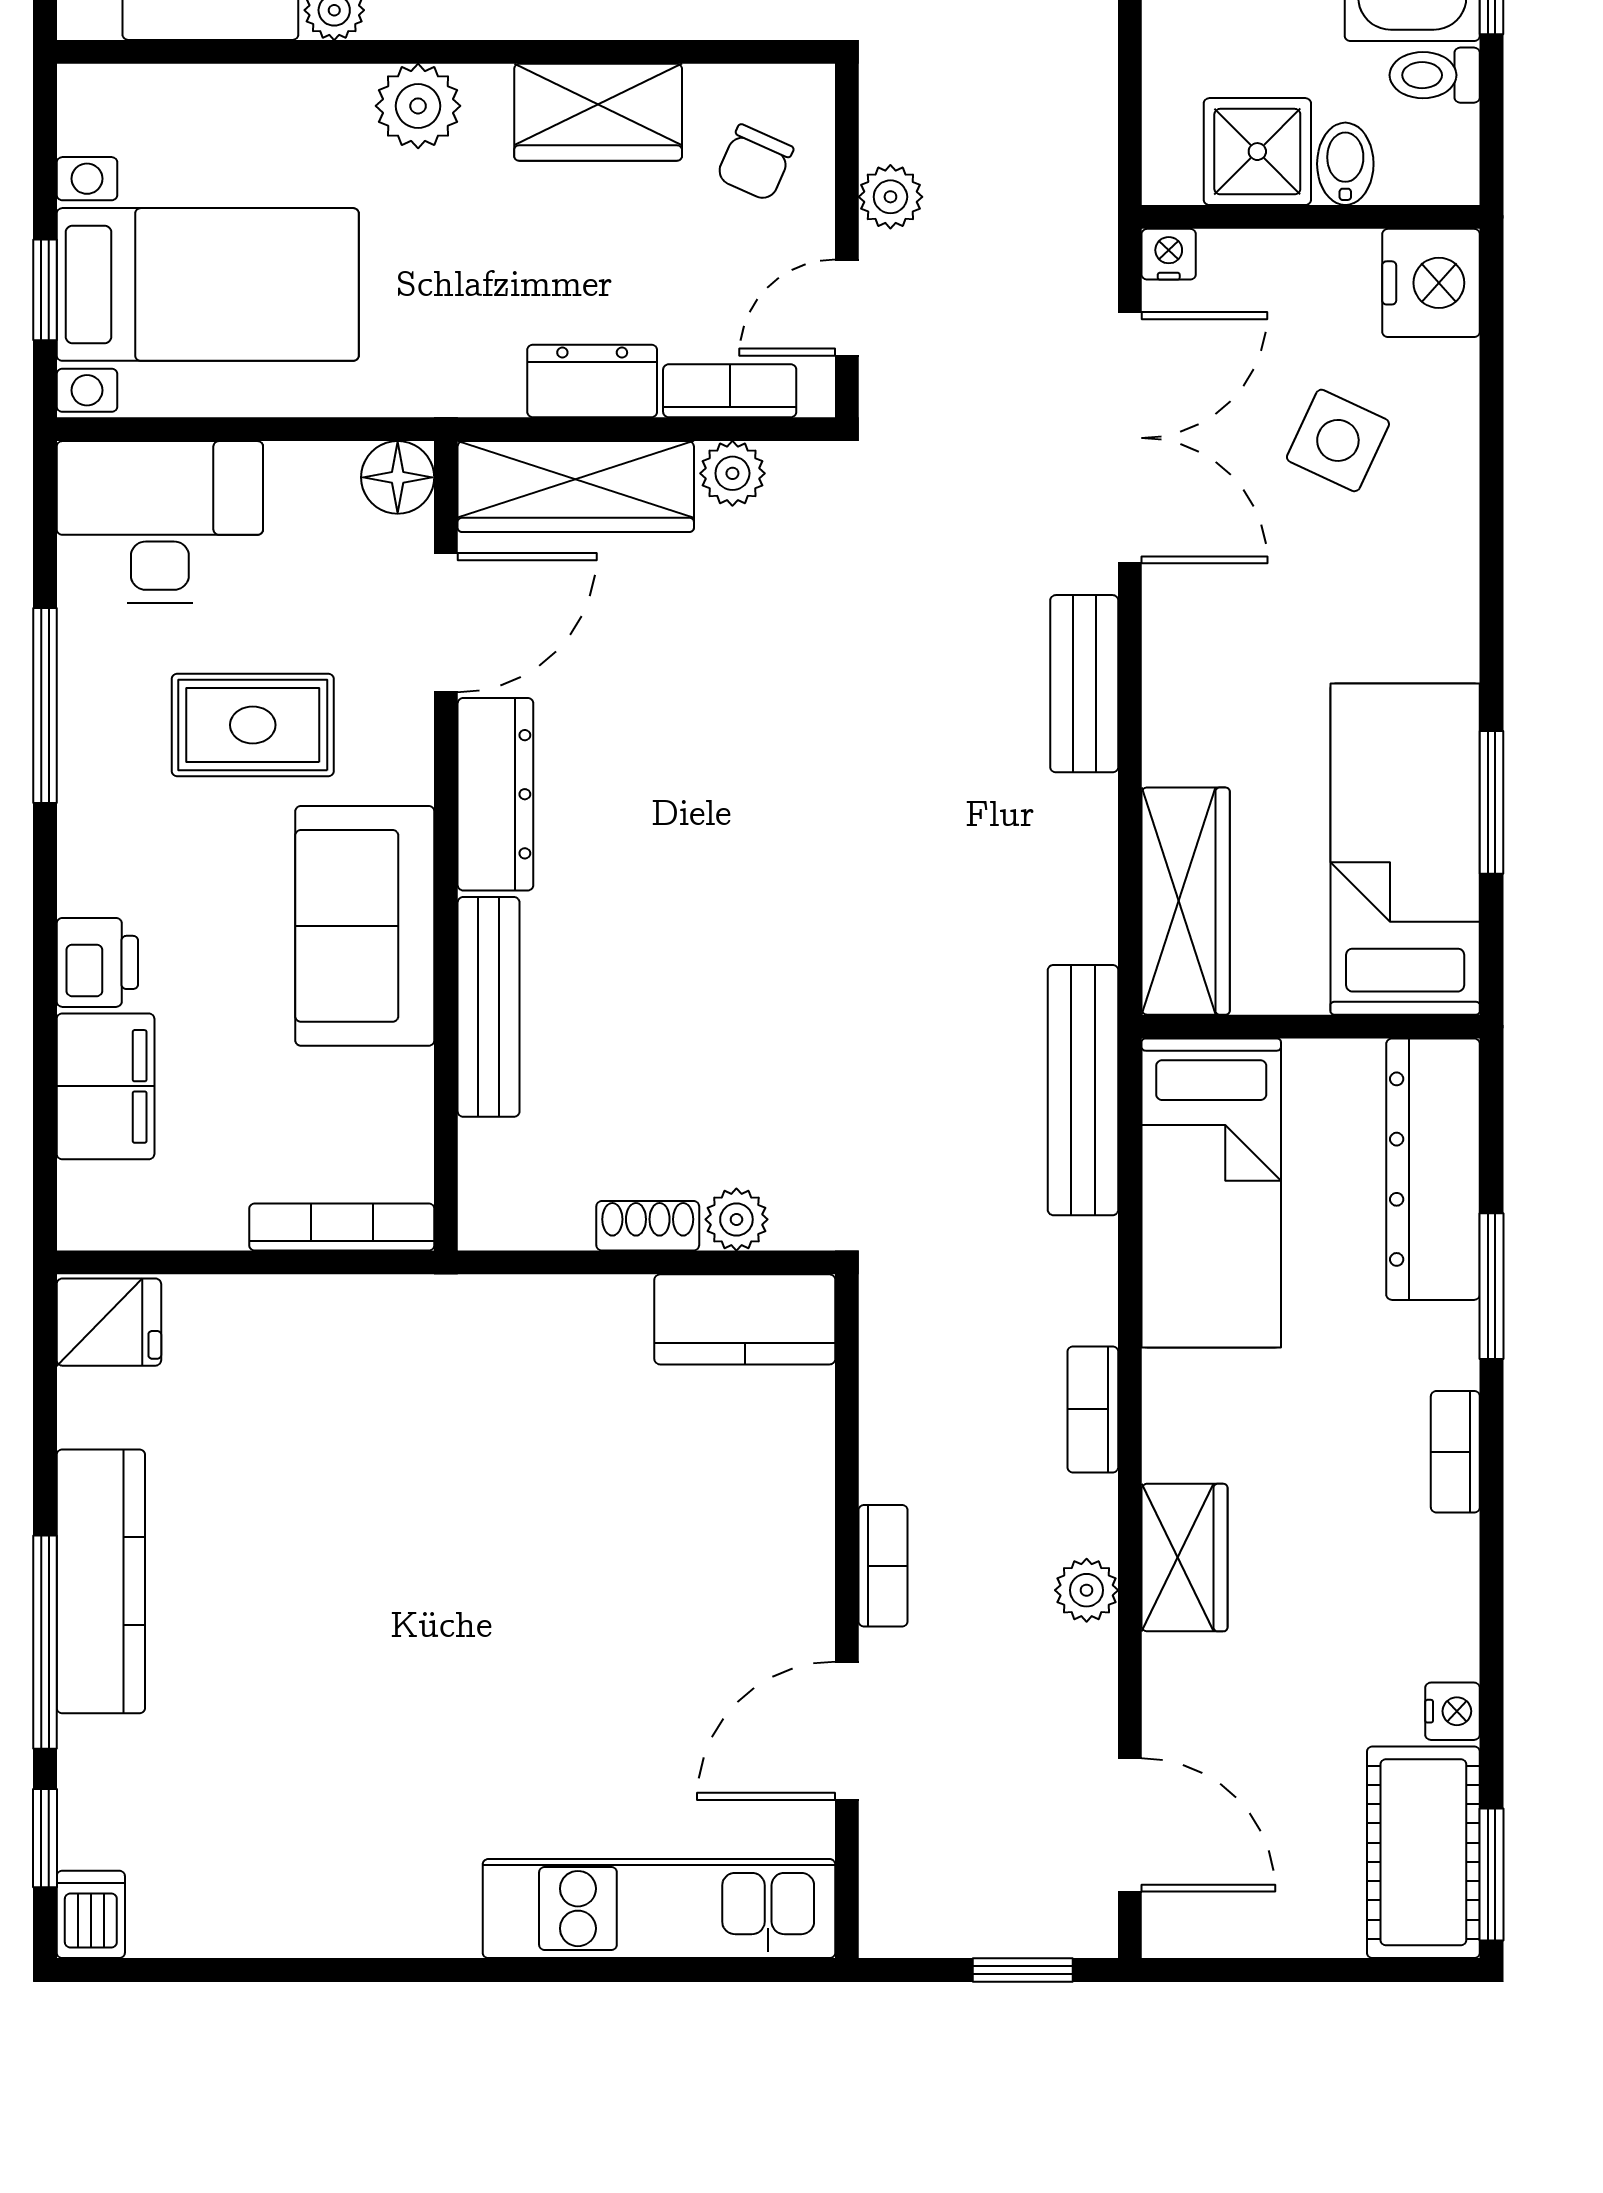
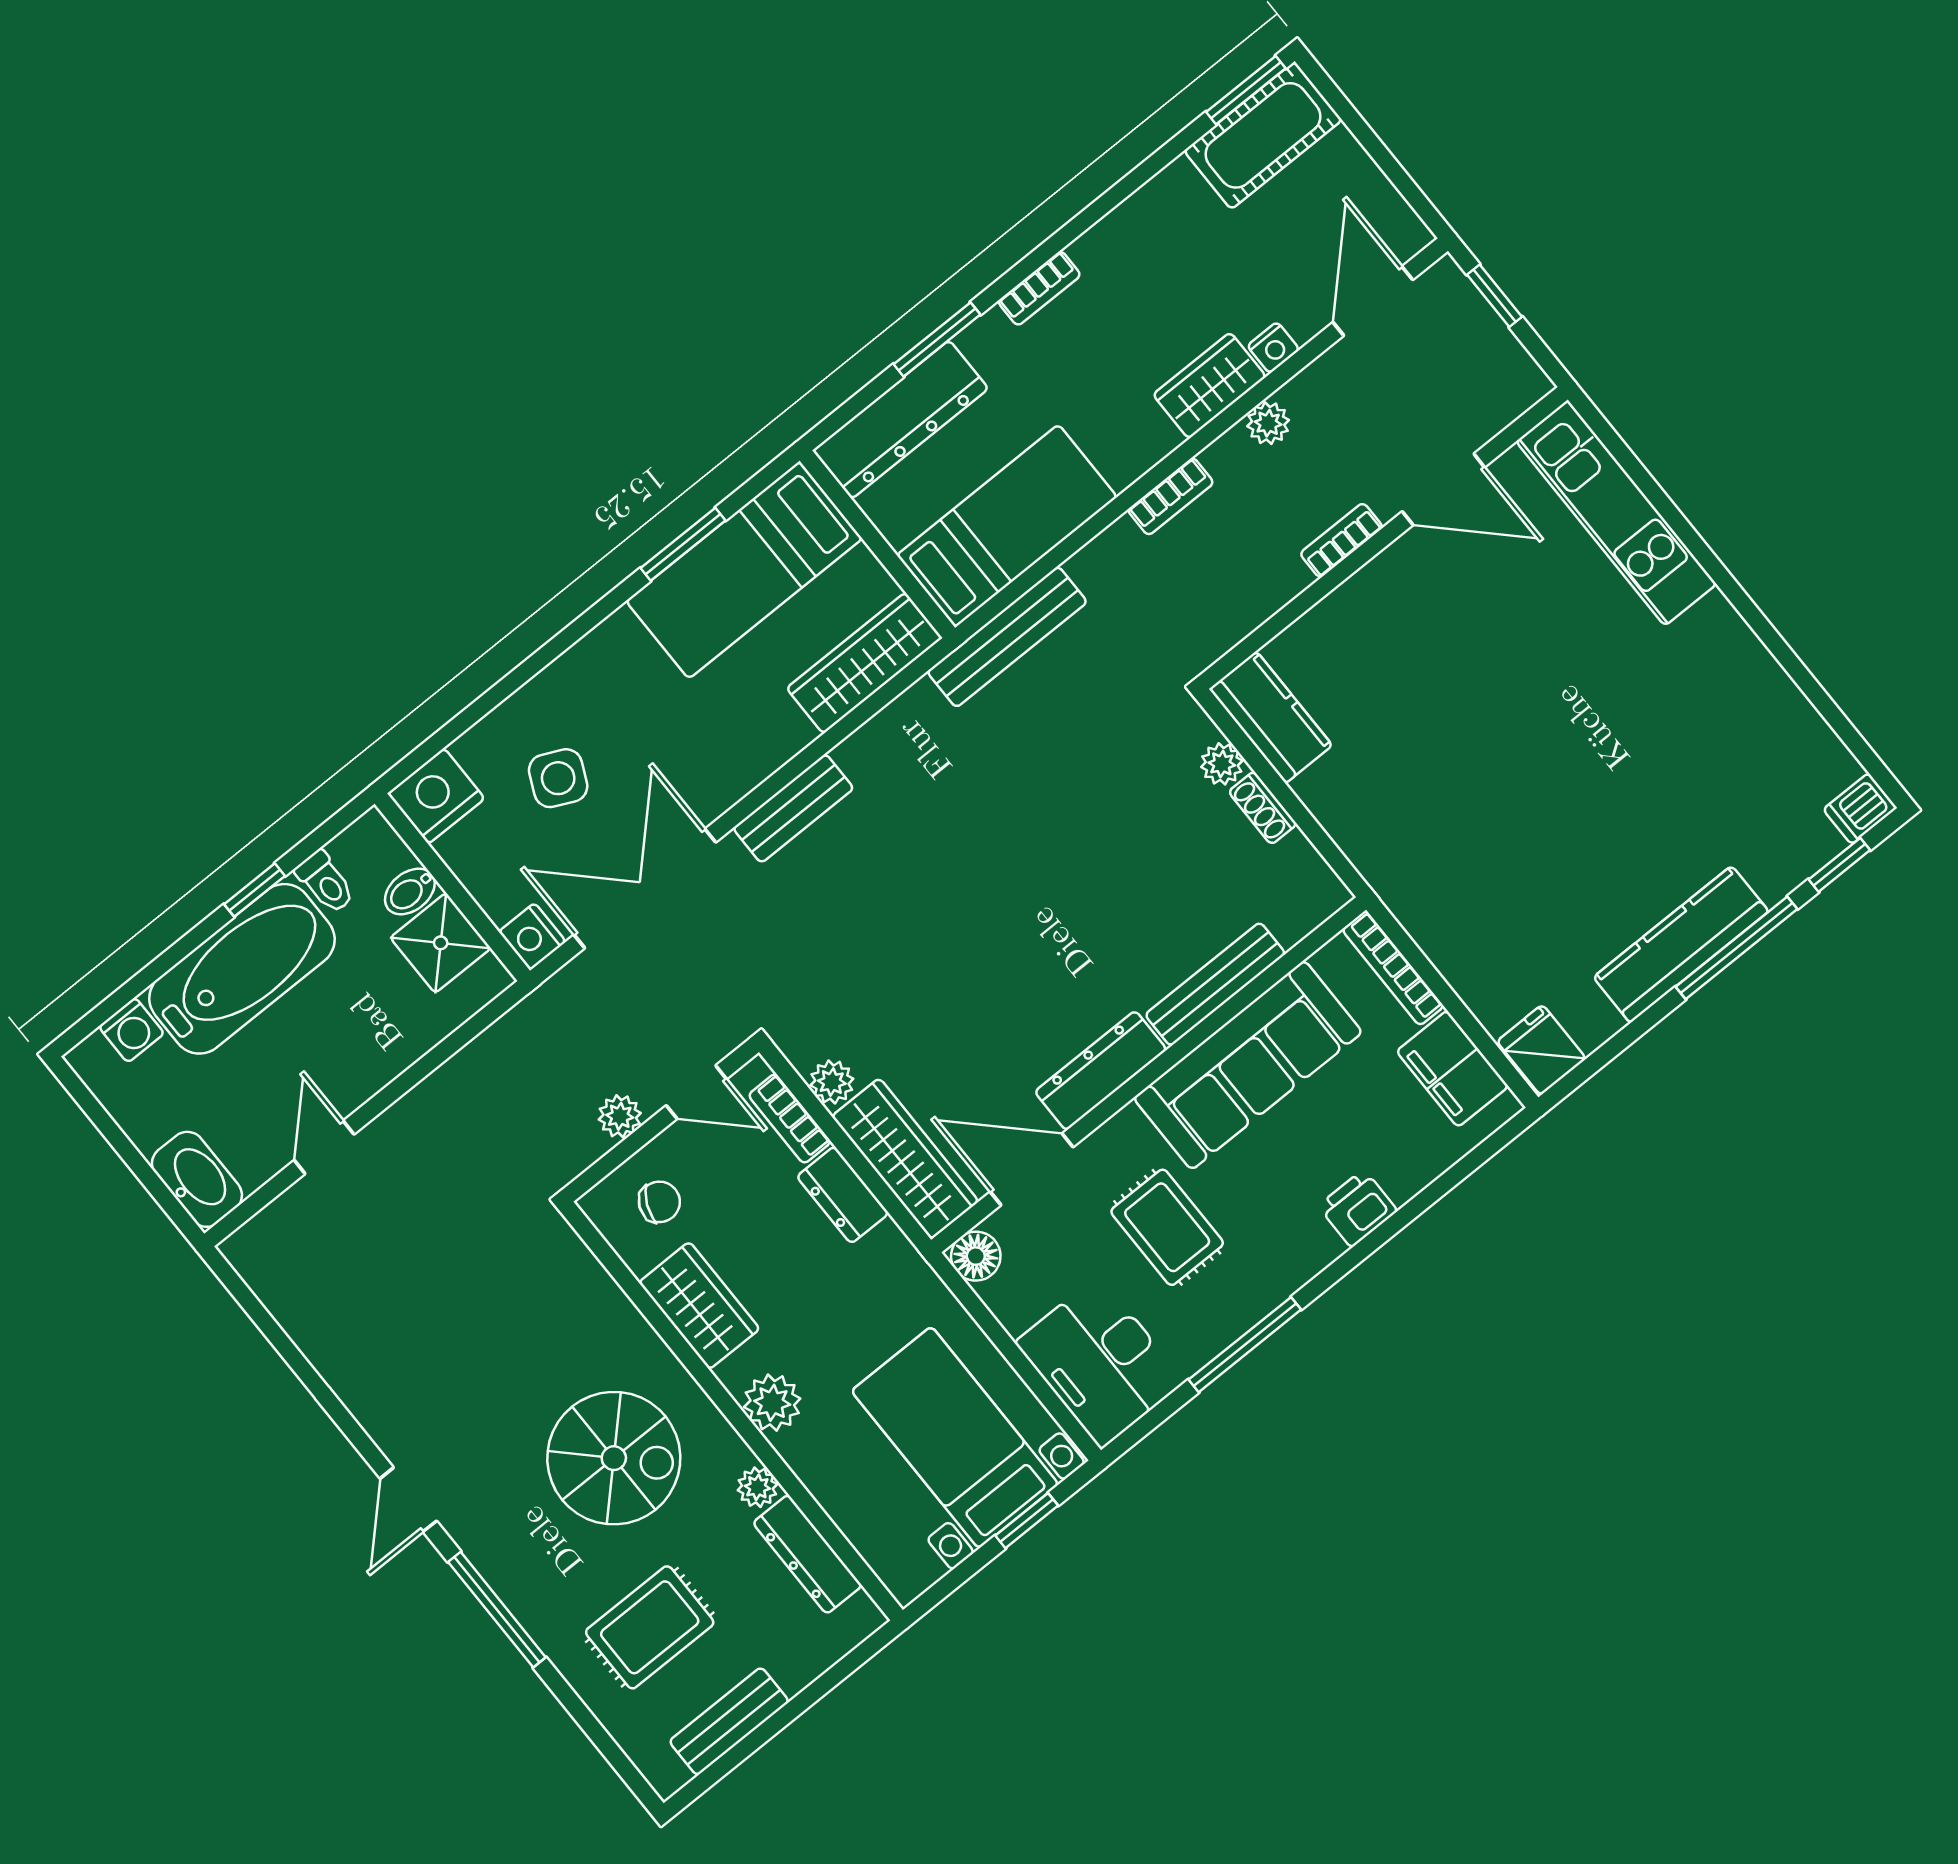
nightstand: (1169, 254) -> (532, 937), width x1.39, depth x1.35
sofa: (365, 926) -> (1248, 1065), width x1.36
filing cabinet: (106, 1086) -> (1453, 1069), moved, turned -90
nightstand: (1453, 1711) -> (1273, 348), moved, turned 180

